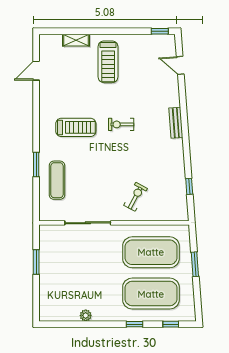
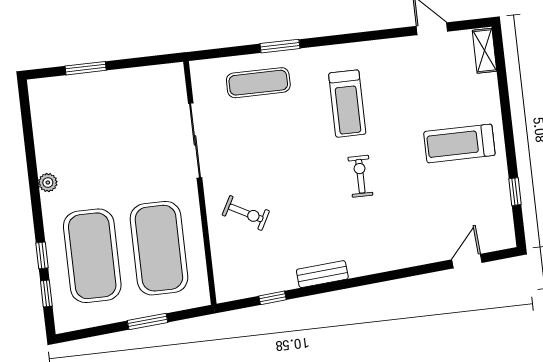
window: (160, 31) -> (515, 192), moved
shelving: (76, 40) -> (484, 51), moved
bench: (176, 123) -> (322, 274), moved
window: (36, 262) -> (86, 68), moved
plant: (86, 315) -> (48, 183), moved
window: (135, 324) -> (42, 255), moved

